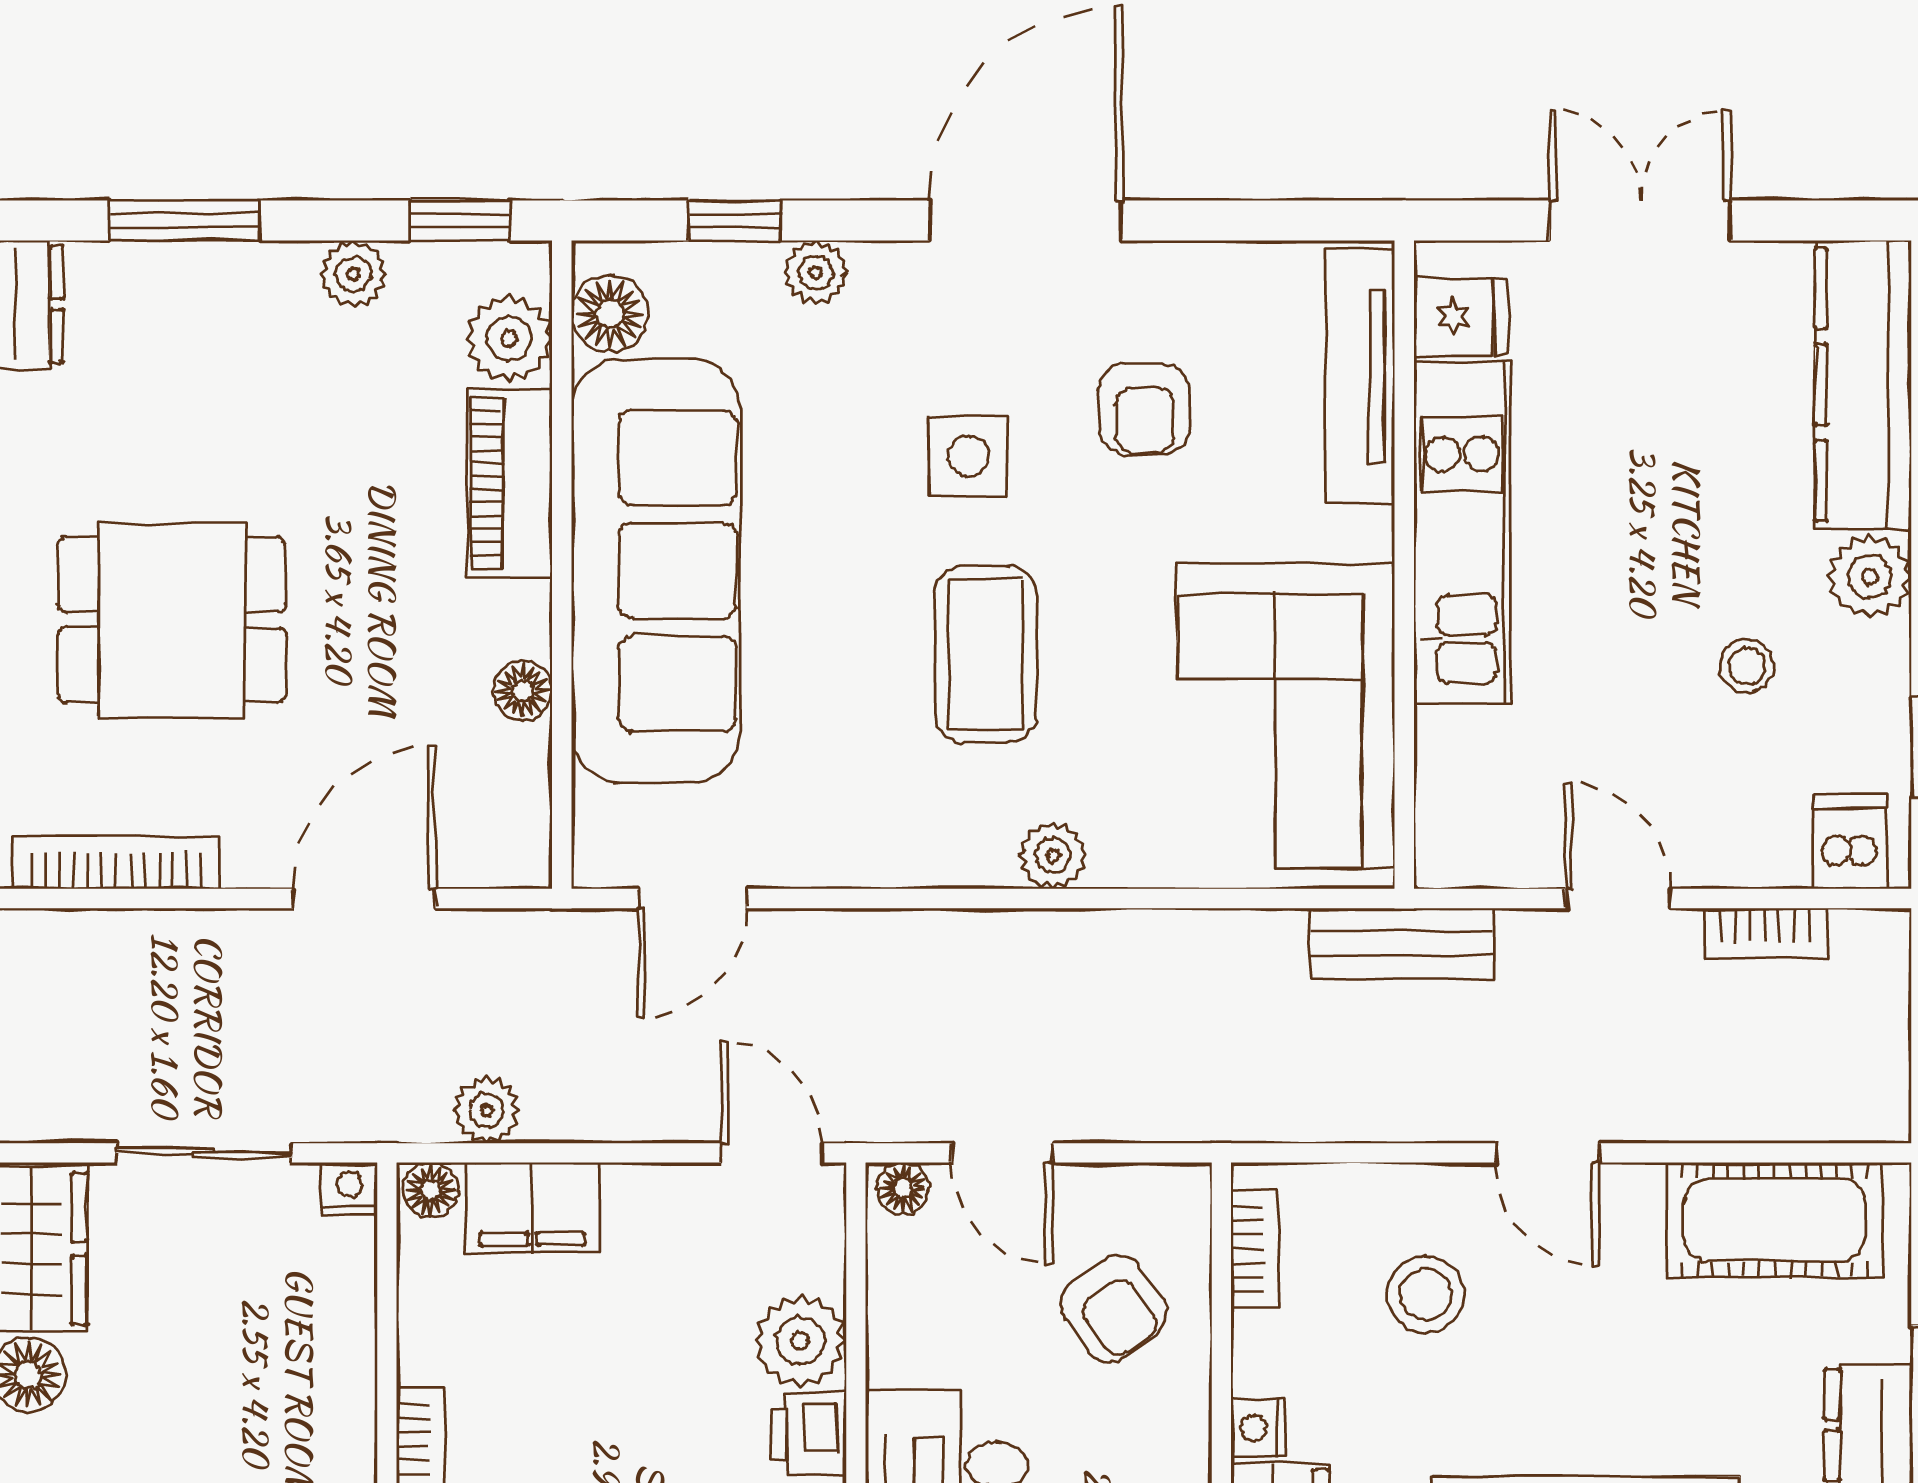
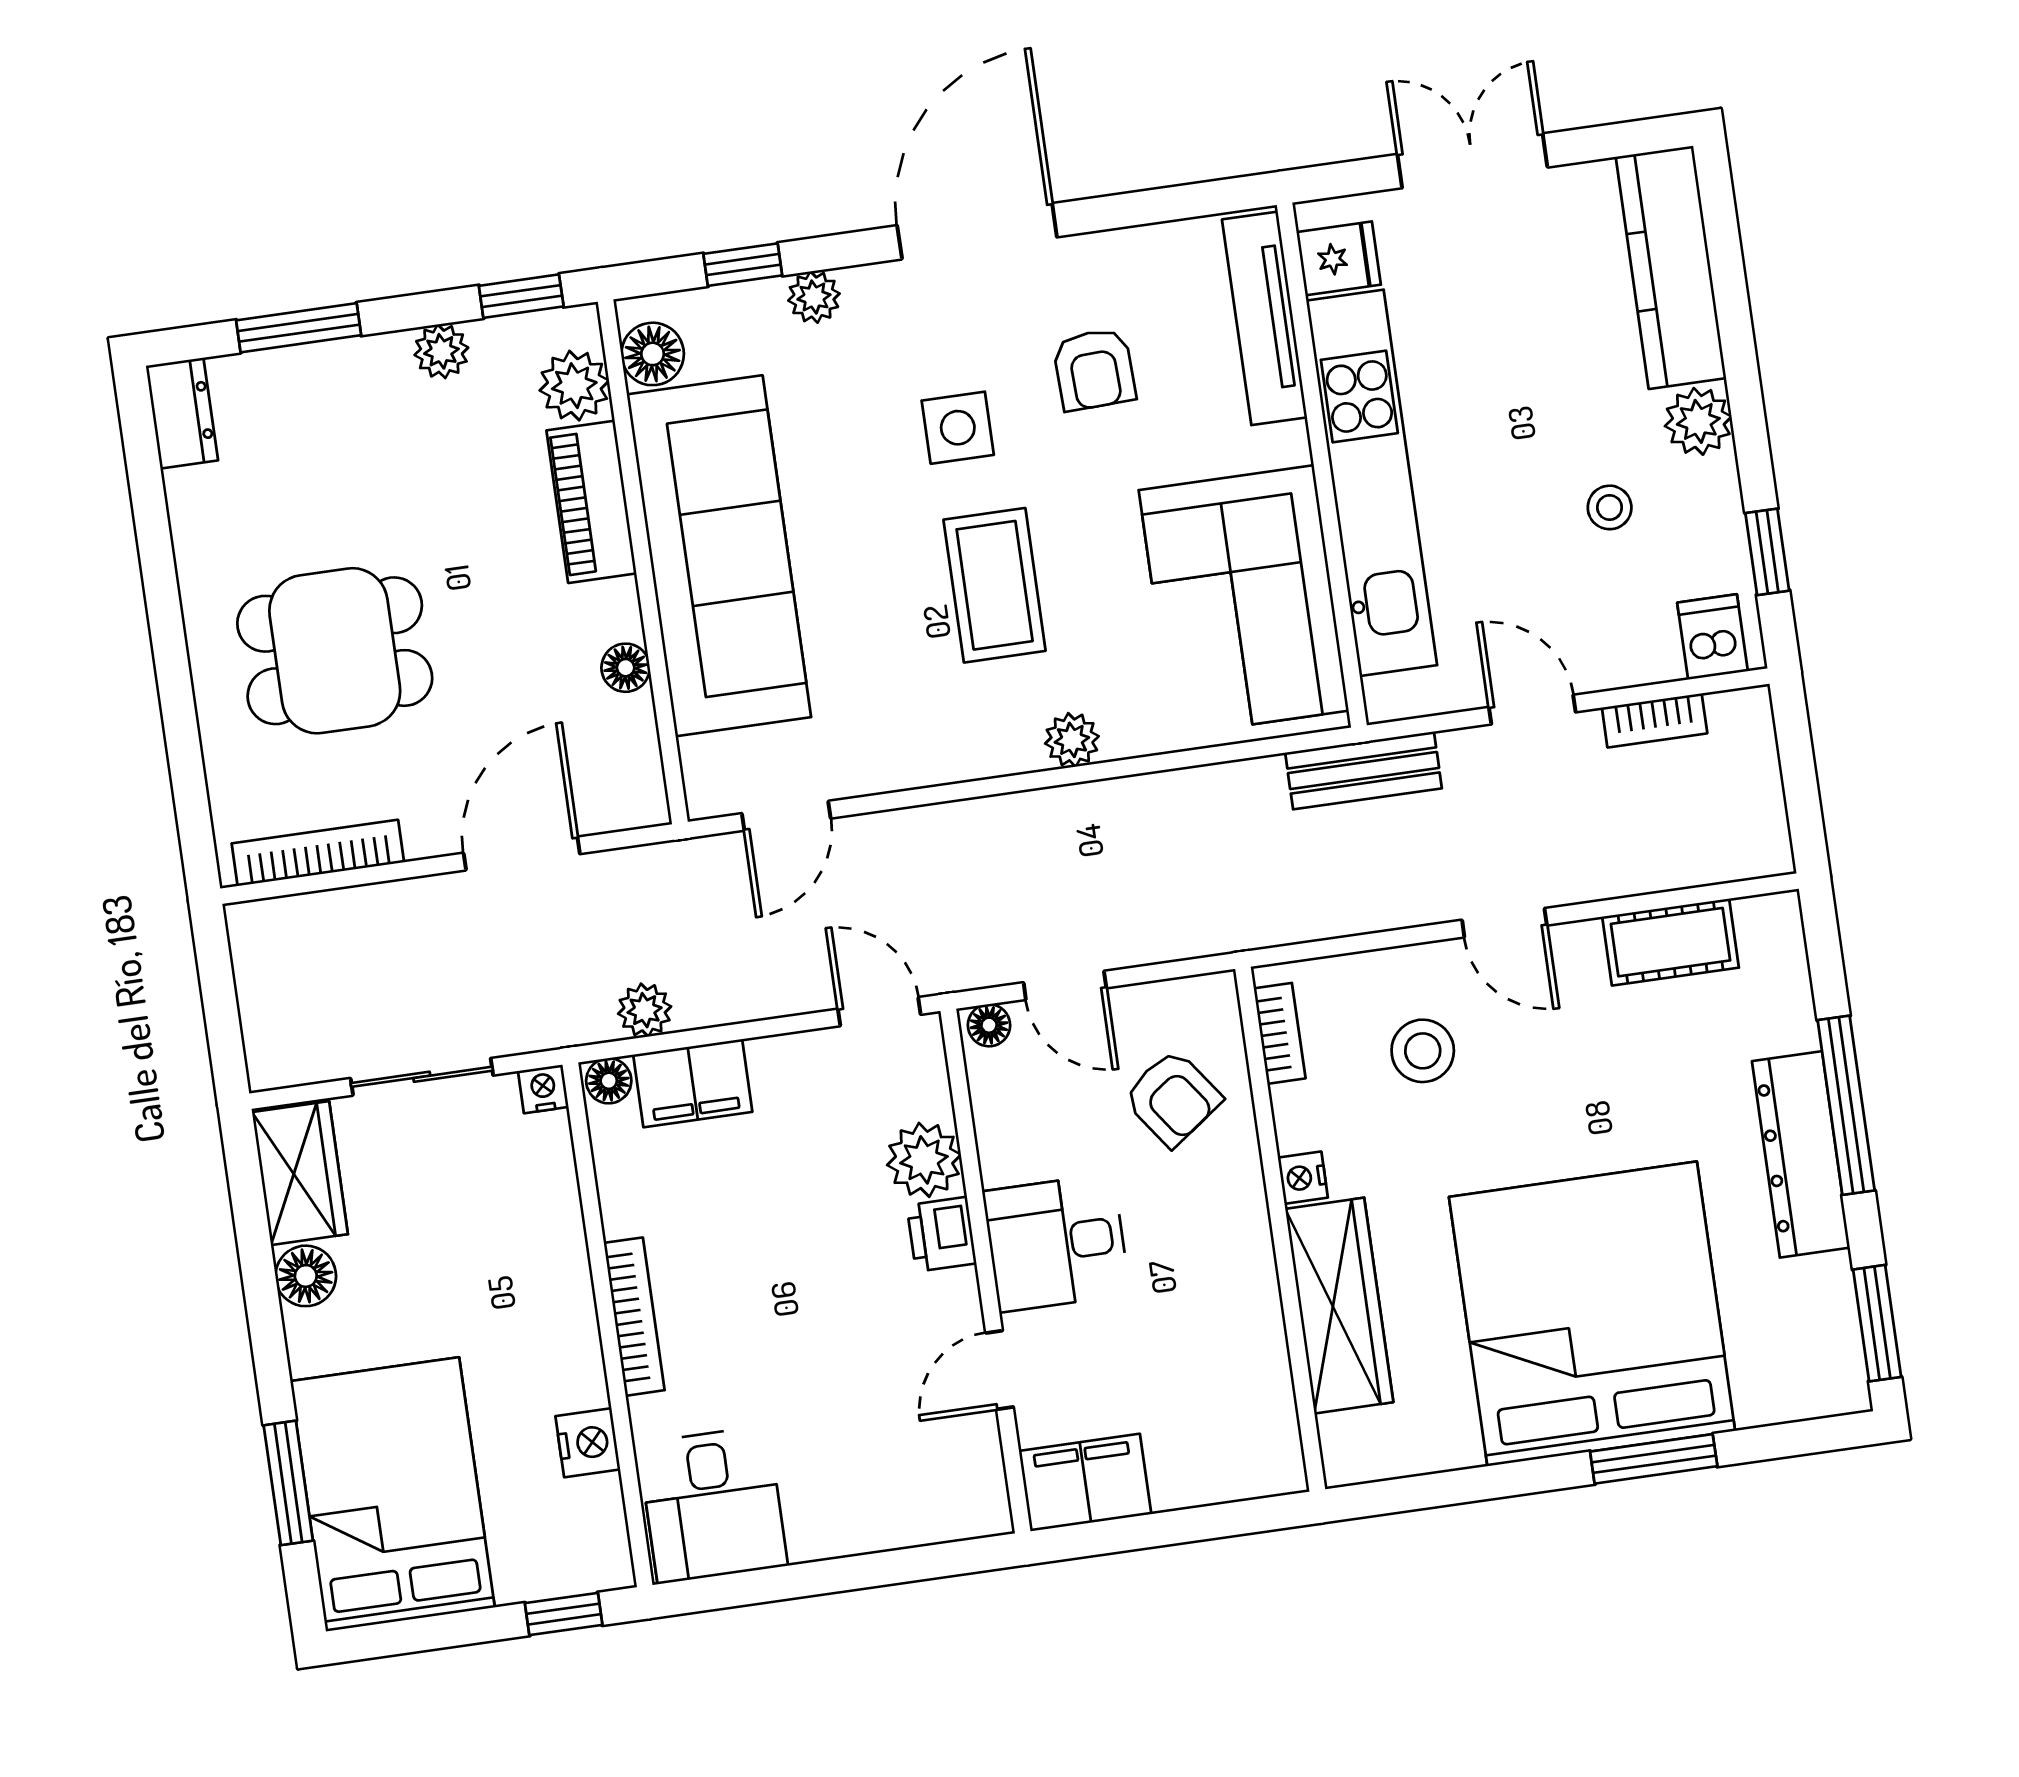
kitchen unit: (1462, 533) -> (1372, 483), width x1.36
cot: (1775, 1220) -> (1671, 942), width x0.73, depth x0.75

